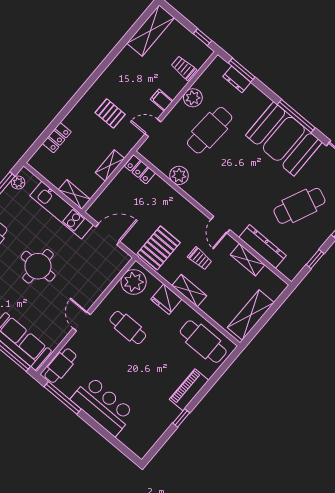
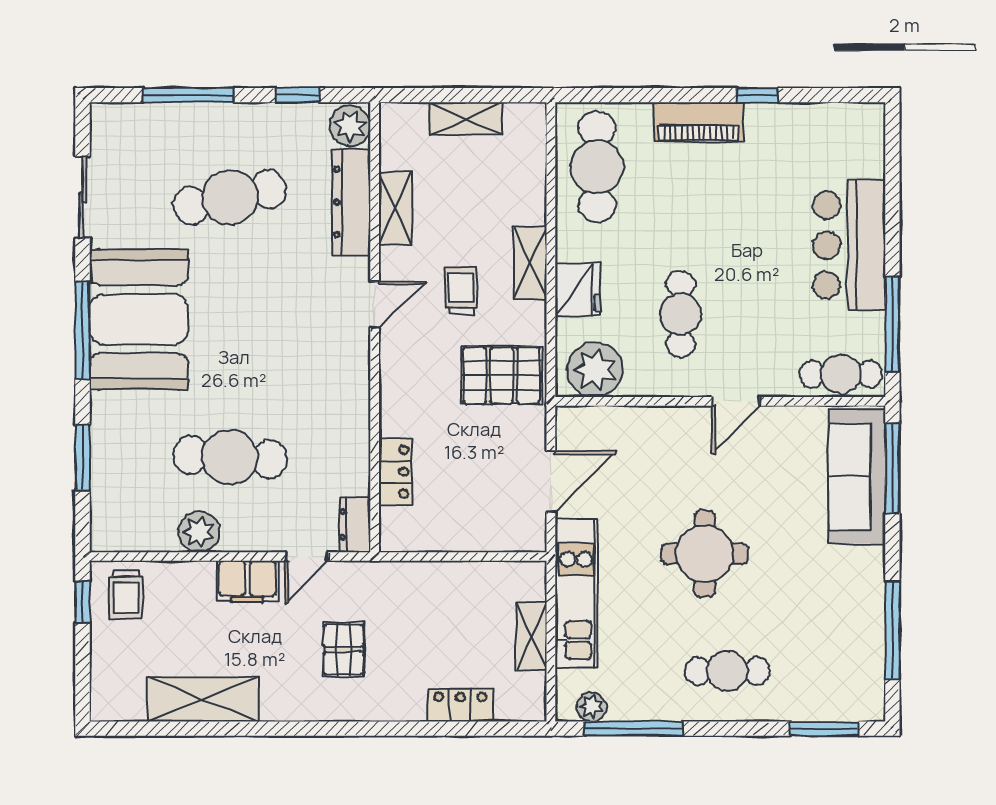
shelving: (151, 30) -> (203, 699), moved
trolley: (184, 68) -> (126, 594), moved
window: (242, 70) -> (83, 457), moved
dresser: (237, 79) -> (355, 525), moved, turned 180
filing cabinet: (162, 100) -> (247, 581), width x2.00
door: (153, 128) -> (307, 557), hinge flipped
shelving: (110, 165) -> (432, 576), removed
locker: (140, 169) -> (396, 472), moved
plant: (179, 175) -> (350, 126), moved
shelving: (74, 194) -> (531, 636), moved
cafe table: (299, 206) -> (230, 197), turned -36
door: (108, 234) -> (551, 481), swing flipped
shelving: (251, 315) -> (466, 119), width x0.67, depth x0.75

